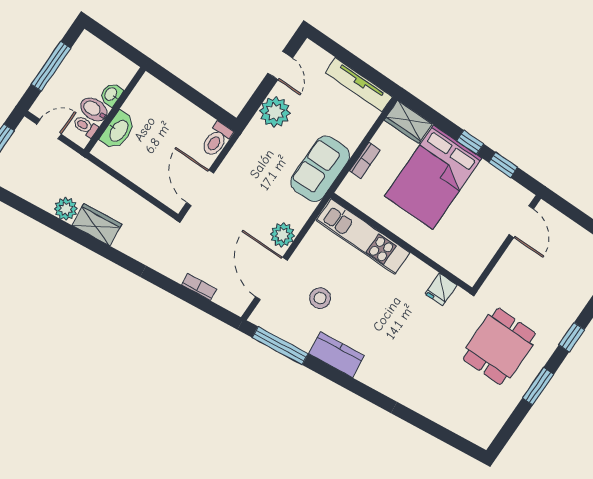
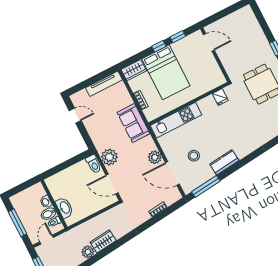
plant: (275, 112) -> (109, 157), moved

